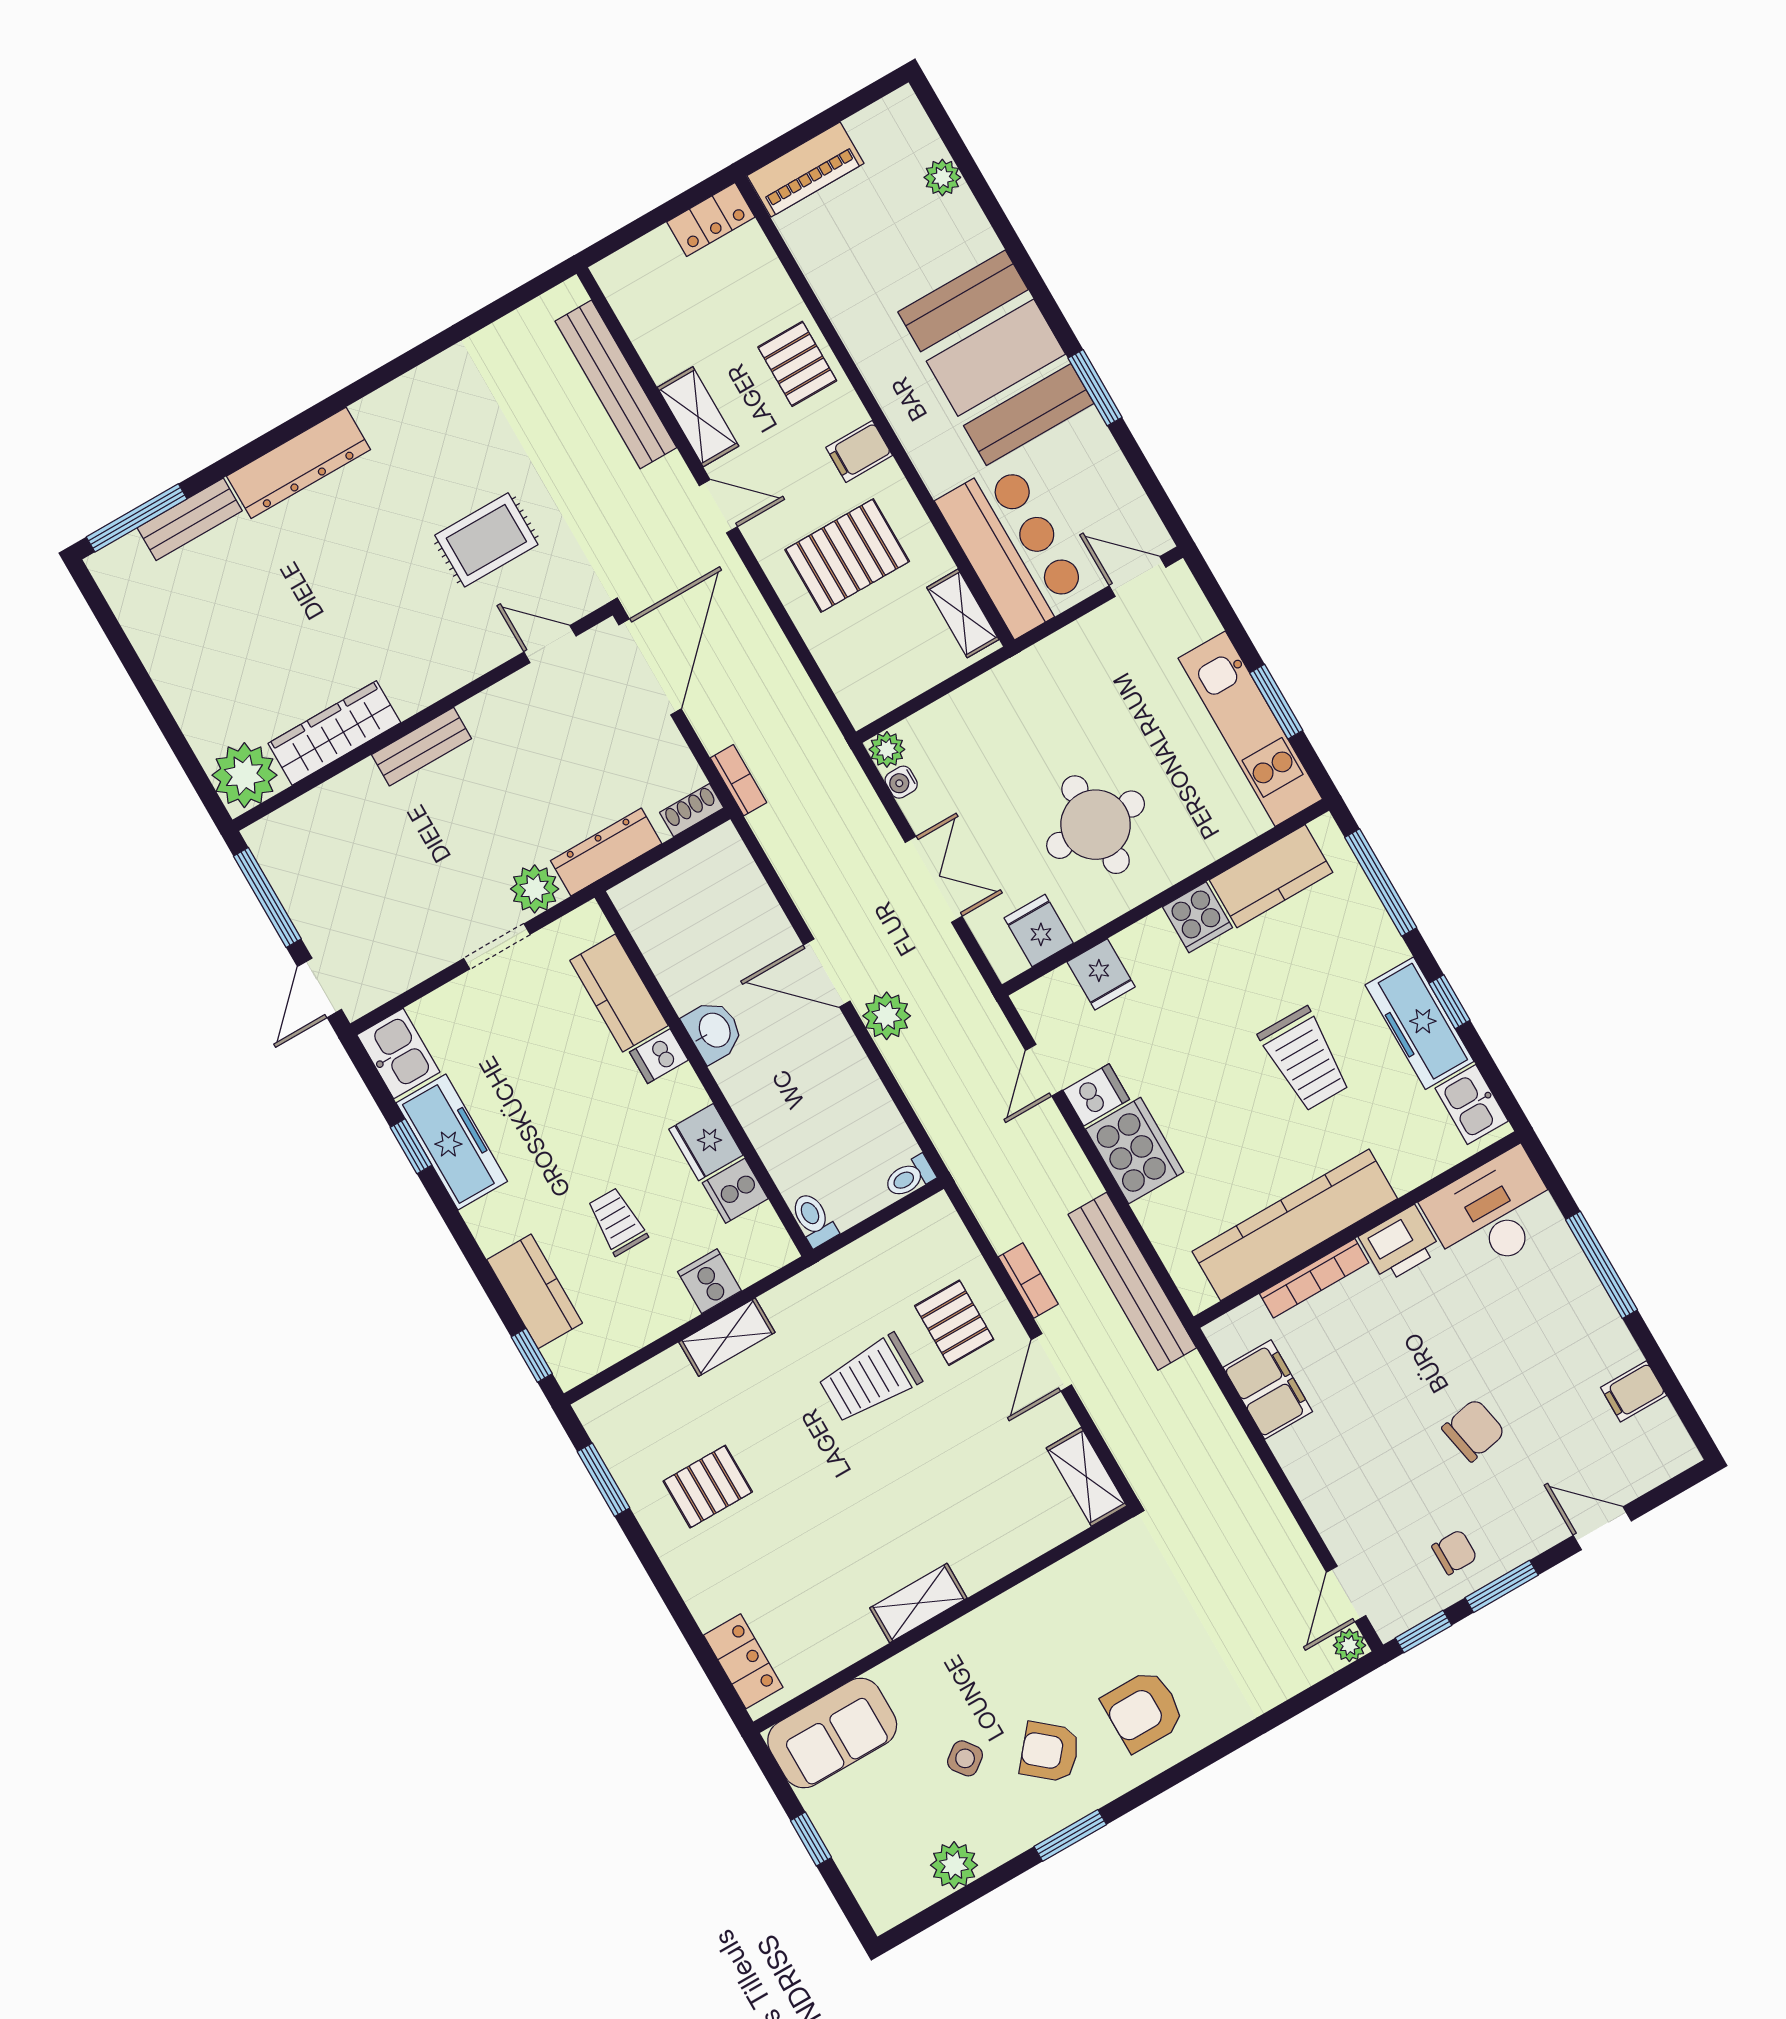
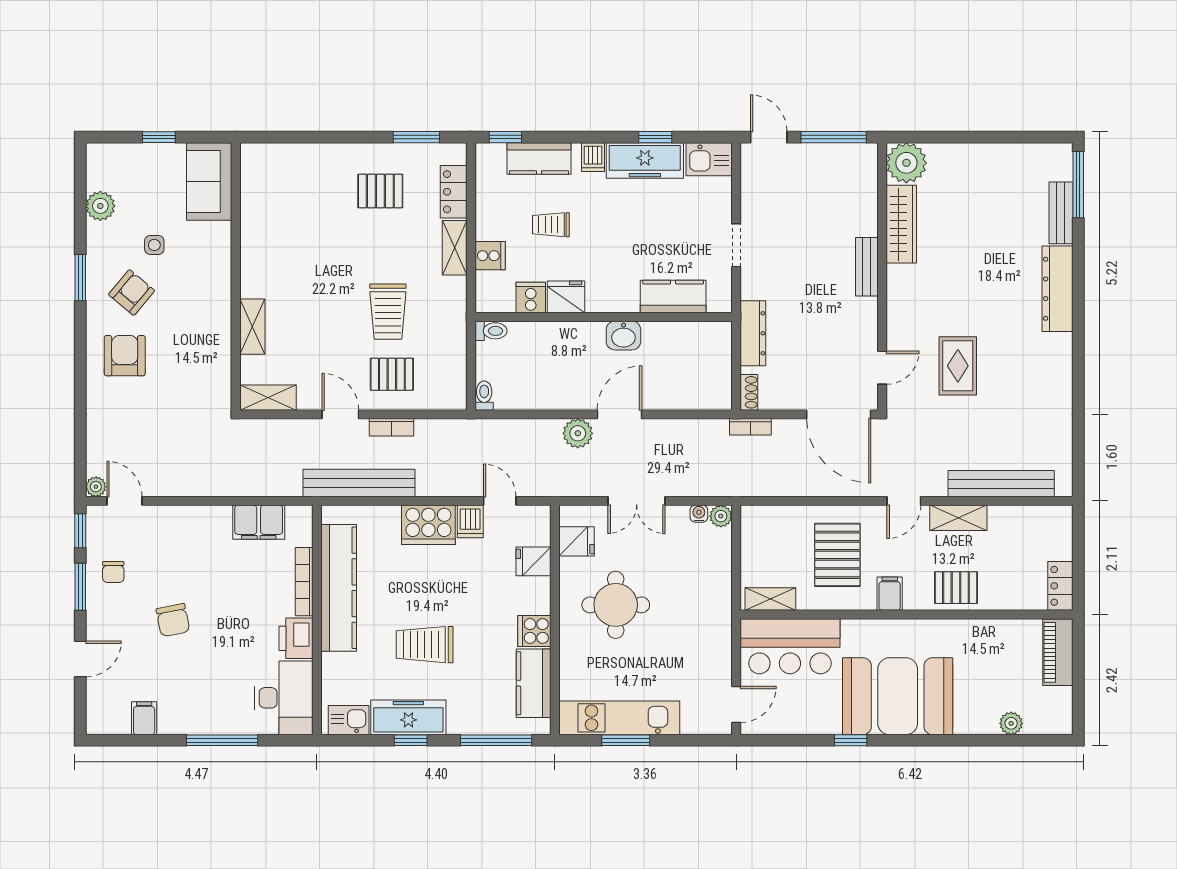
window: (1095, 388) -> (851, 740), width x0.67
plant: (535, 889) -> (755, 283), removed
dishwasher: (659, 1056) -> (593, 157), moved, turned 180
trolley: (617, 1221) -> (551, 225), turned 180
trolley: (870, 1379) -> (388, 312), turned 180
pallet: (708, 1487) -> (380, 191), turned 90
shelving: (918, 1603) -> (252, 327), moved
locker: (743, 1661) -> (454, 192), moved, turned 90
side table: (965, 1758) -> (154, 245), turned 37

